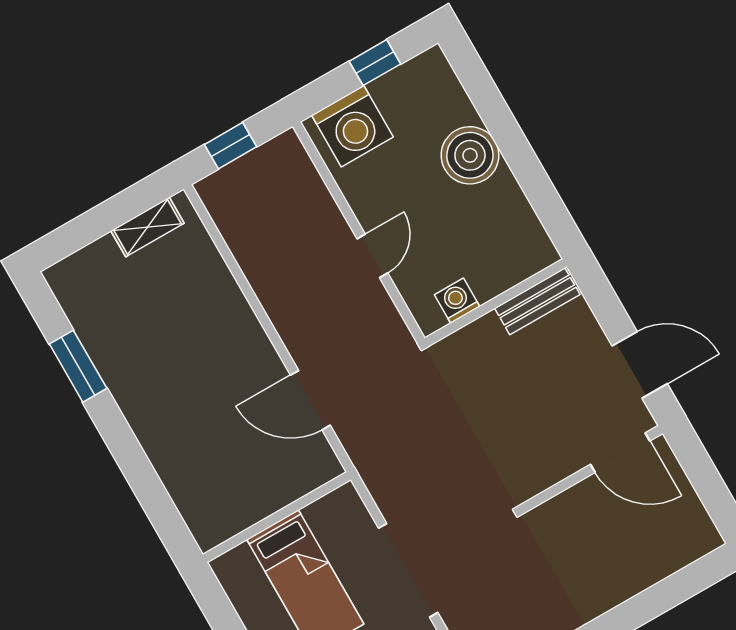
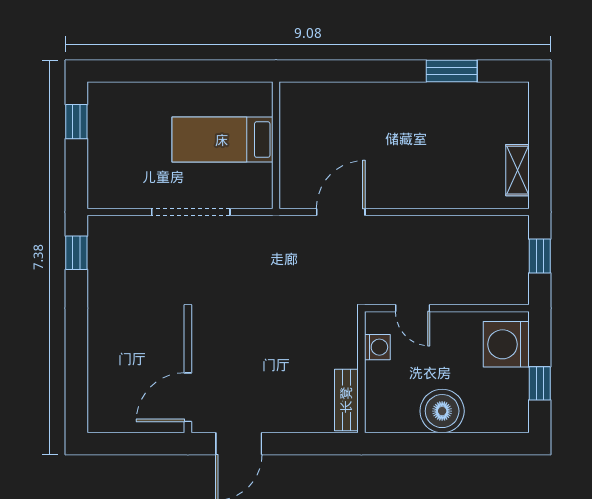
washing machine: (457, 301) -> (377, 347), moved
bench: (537, 301) -> (346, 400), moved
wall: (496, 302) -> (361, 372), moved

